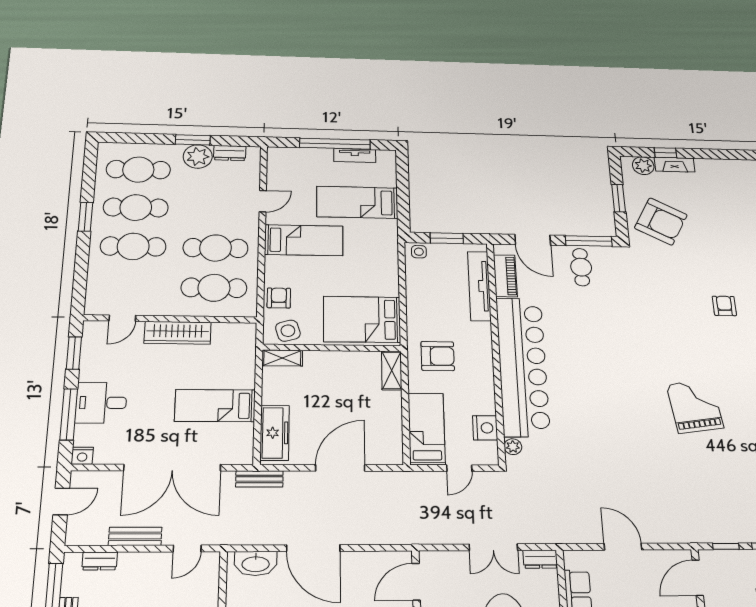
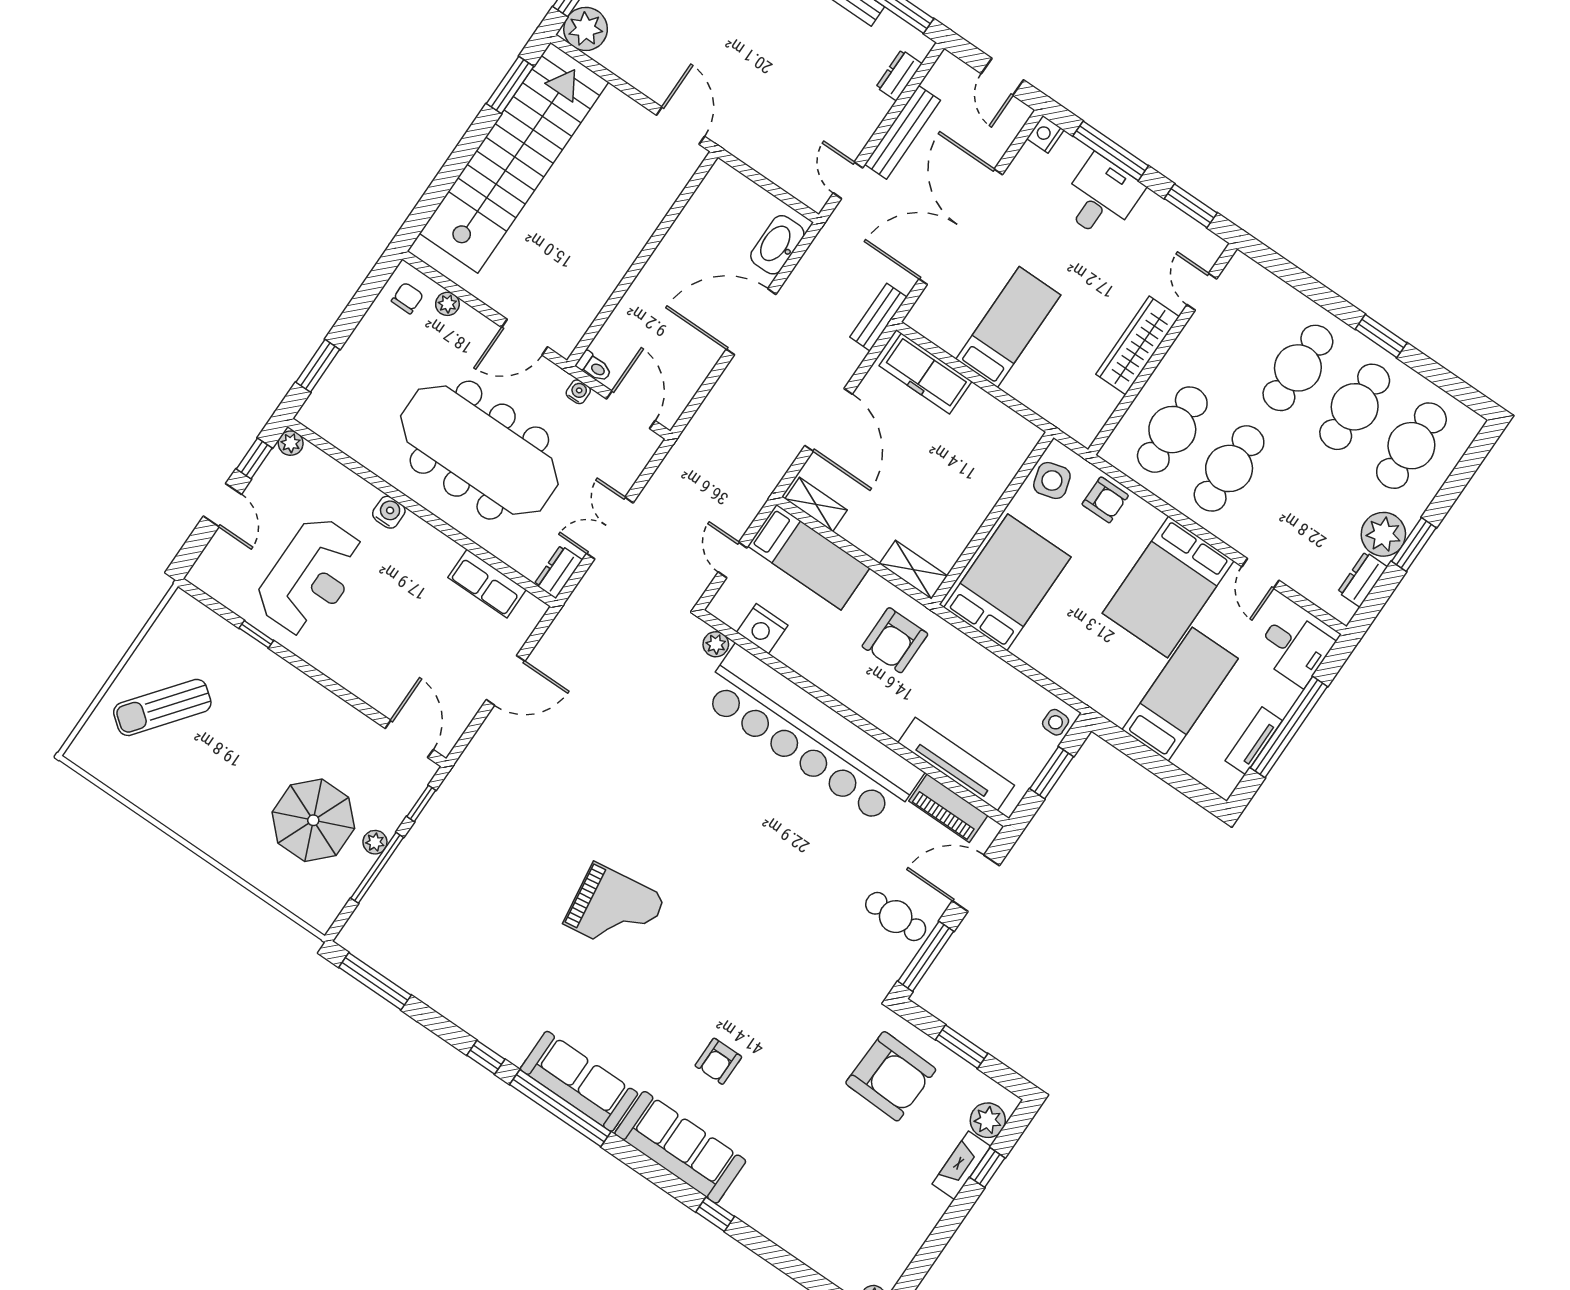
desk: (291, 164) -> (1294, 648), added
armchair: (661, 221) -> (891, 1076), turned -116
bed: (304, 240) -> (1168, 587), width x1.50
armchair: (724, 306) -> (718, 1061), turned 90
shelving: (282, 358) -> (816, 504), moved, turned 90
bench: (135, 536) -> (902, 132), width x1.36

